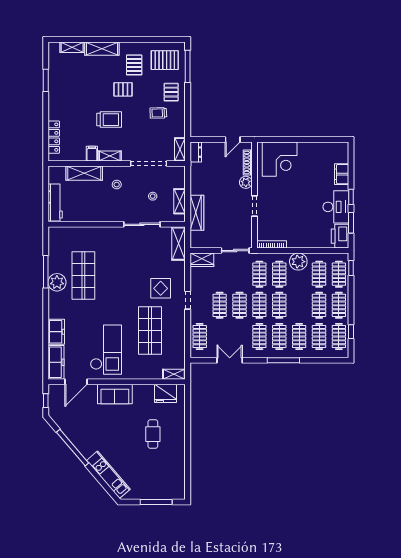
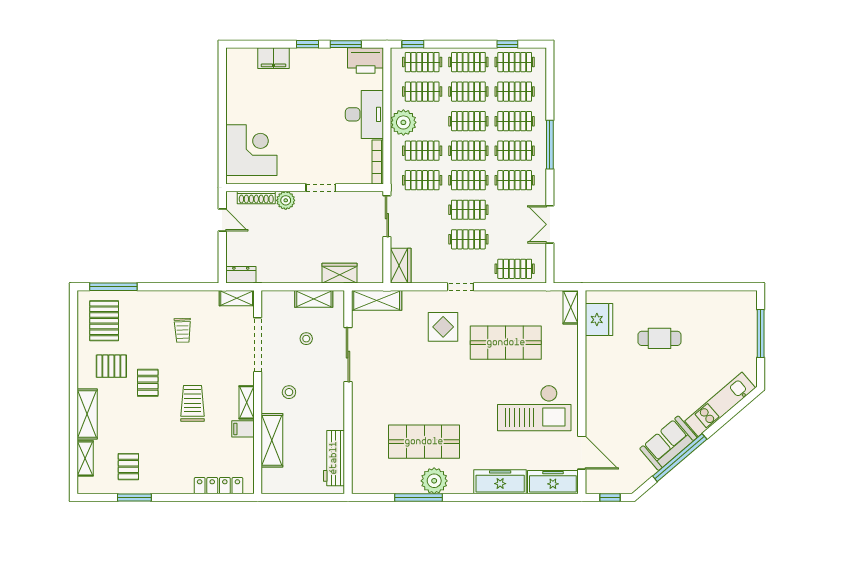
pallet: (171, 92) -> (128, 467), moved, turned 90
workbench: (55, 203) -> (334, 458), moved, turned -90
desk: (336, 207) -> (364, 114), moved, turned 90
wardrobe: (197, 213) -> (339, 273), width x0.67
clothes rail: (299, 305) -> (468, 121), added
freezer: (56, 332) -> (500, 482), width x1.40
checkout: (106, 350) -> (534, 408), turned 180
sofa: (115, 394) -> (668, 443), moved, turned -131

